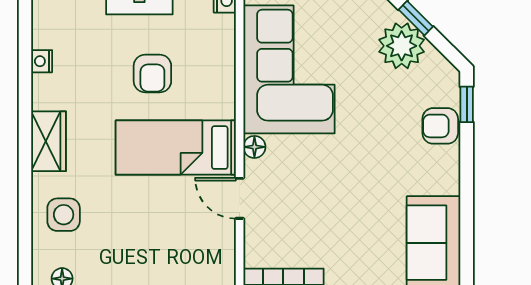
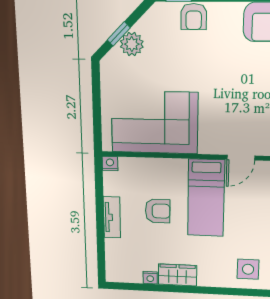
plant: (402, 46) -> (132, 44), width x0.73, depth x0.73
wardrobe: (49, 141) -> (178, 275), moved
floor lamp: (254, 147) -> (206, 147), removed

